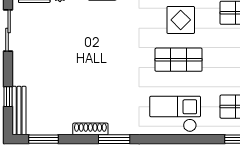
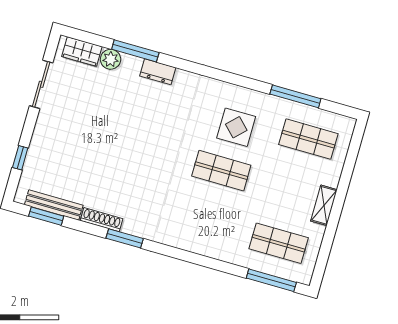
bench: (19, 110) -> (54, 205), moved, turned 90
checkout: (175, 114) -> (200, 230), removed

